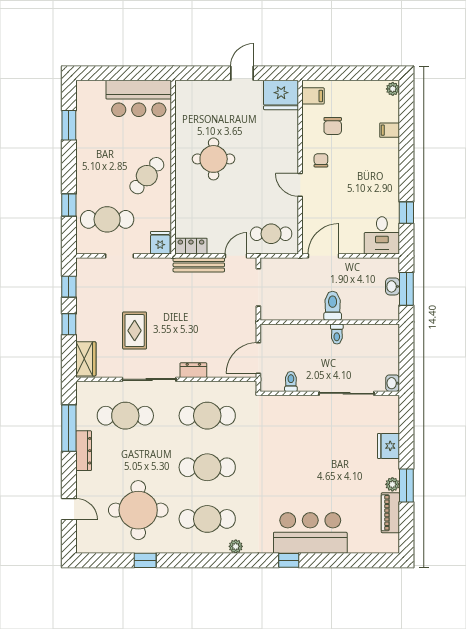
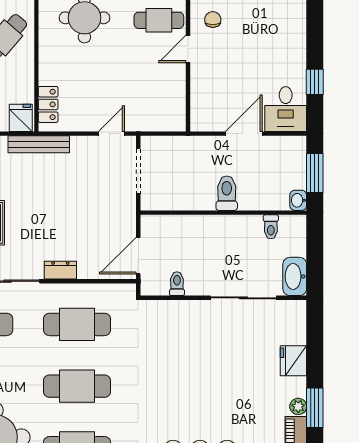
door: (300, 185) -> (188, 49), hinge flipped
cafe table: (271, 234) -> (159, 20), moved
locker: (191, 246) -> (48, 104), moved, turned 90
door: (323, 256) -> (244, 134), moved
bench: (199, 265) -> (39, 144), moved
washbasin: (392, 286) -> (298, 200), moved
toilet: (337, 334) -> (271, 227), moved
washbasin: (393, 383) -> (295, 276), width x1.91, depth x1.45

